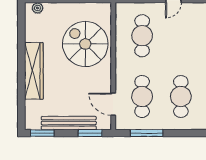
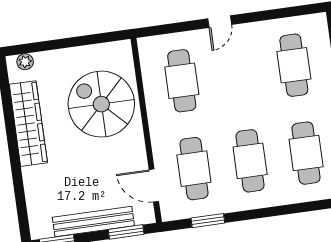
wardrobe: (34, 71) -> (28, 124), moved
window: (147, 133) -> (208, 221), width x0.69

